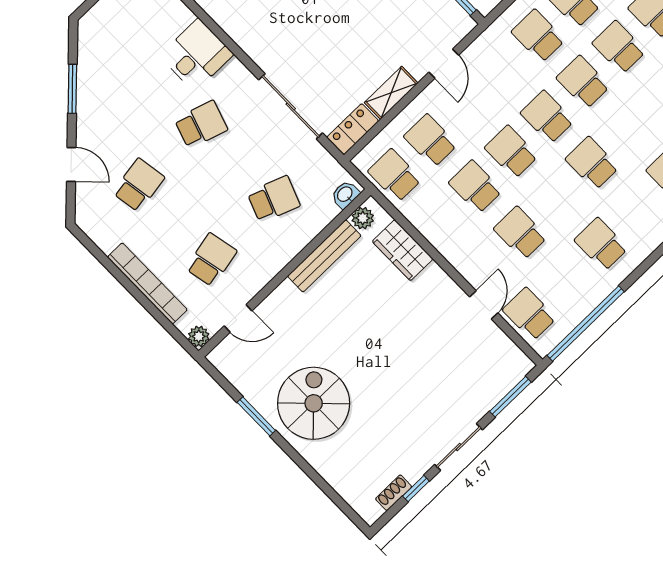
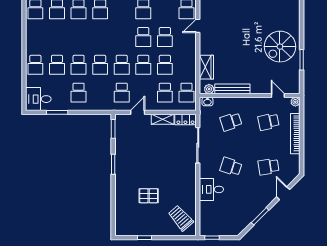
school desk: (538, 36) -> (122, 93), moved
school desk: (592, 163) -> (143, 37), moved
school desk: (274, 199) -> (231, 122), turned -39

